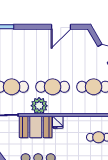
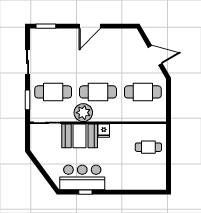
door: (61, 27) -> (90, 26), moved

